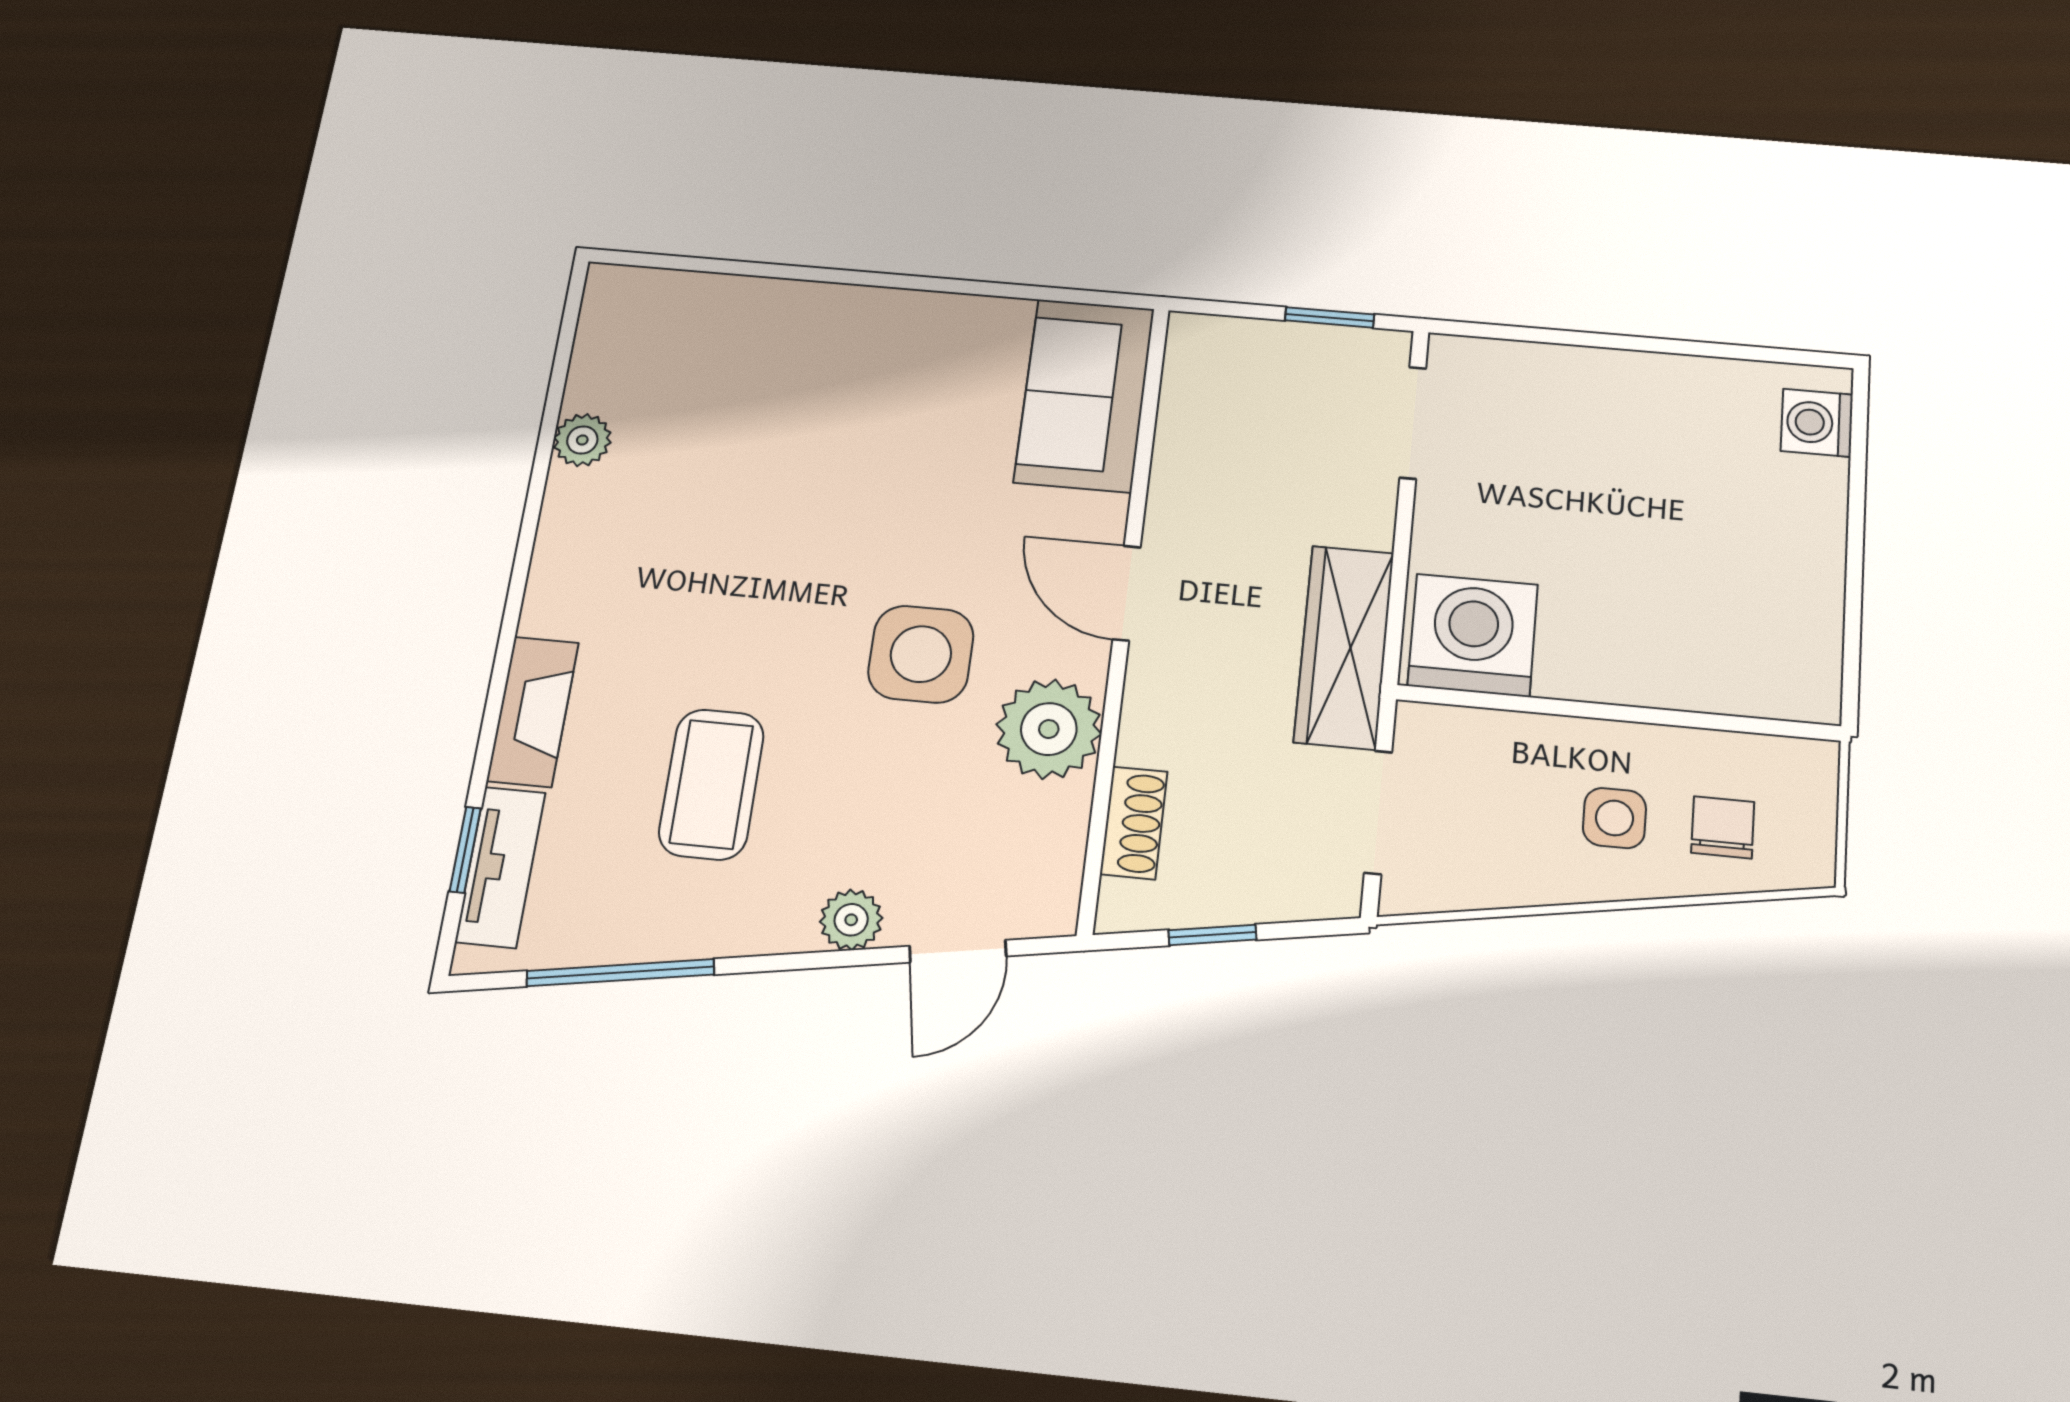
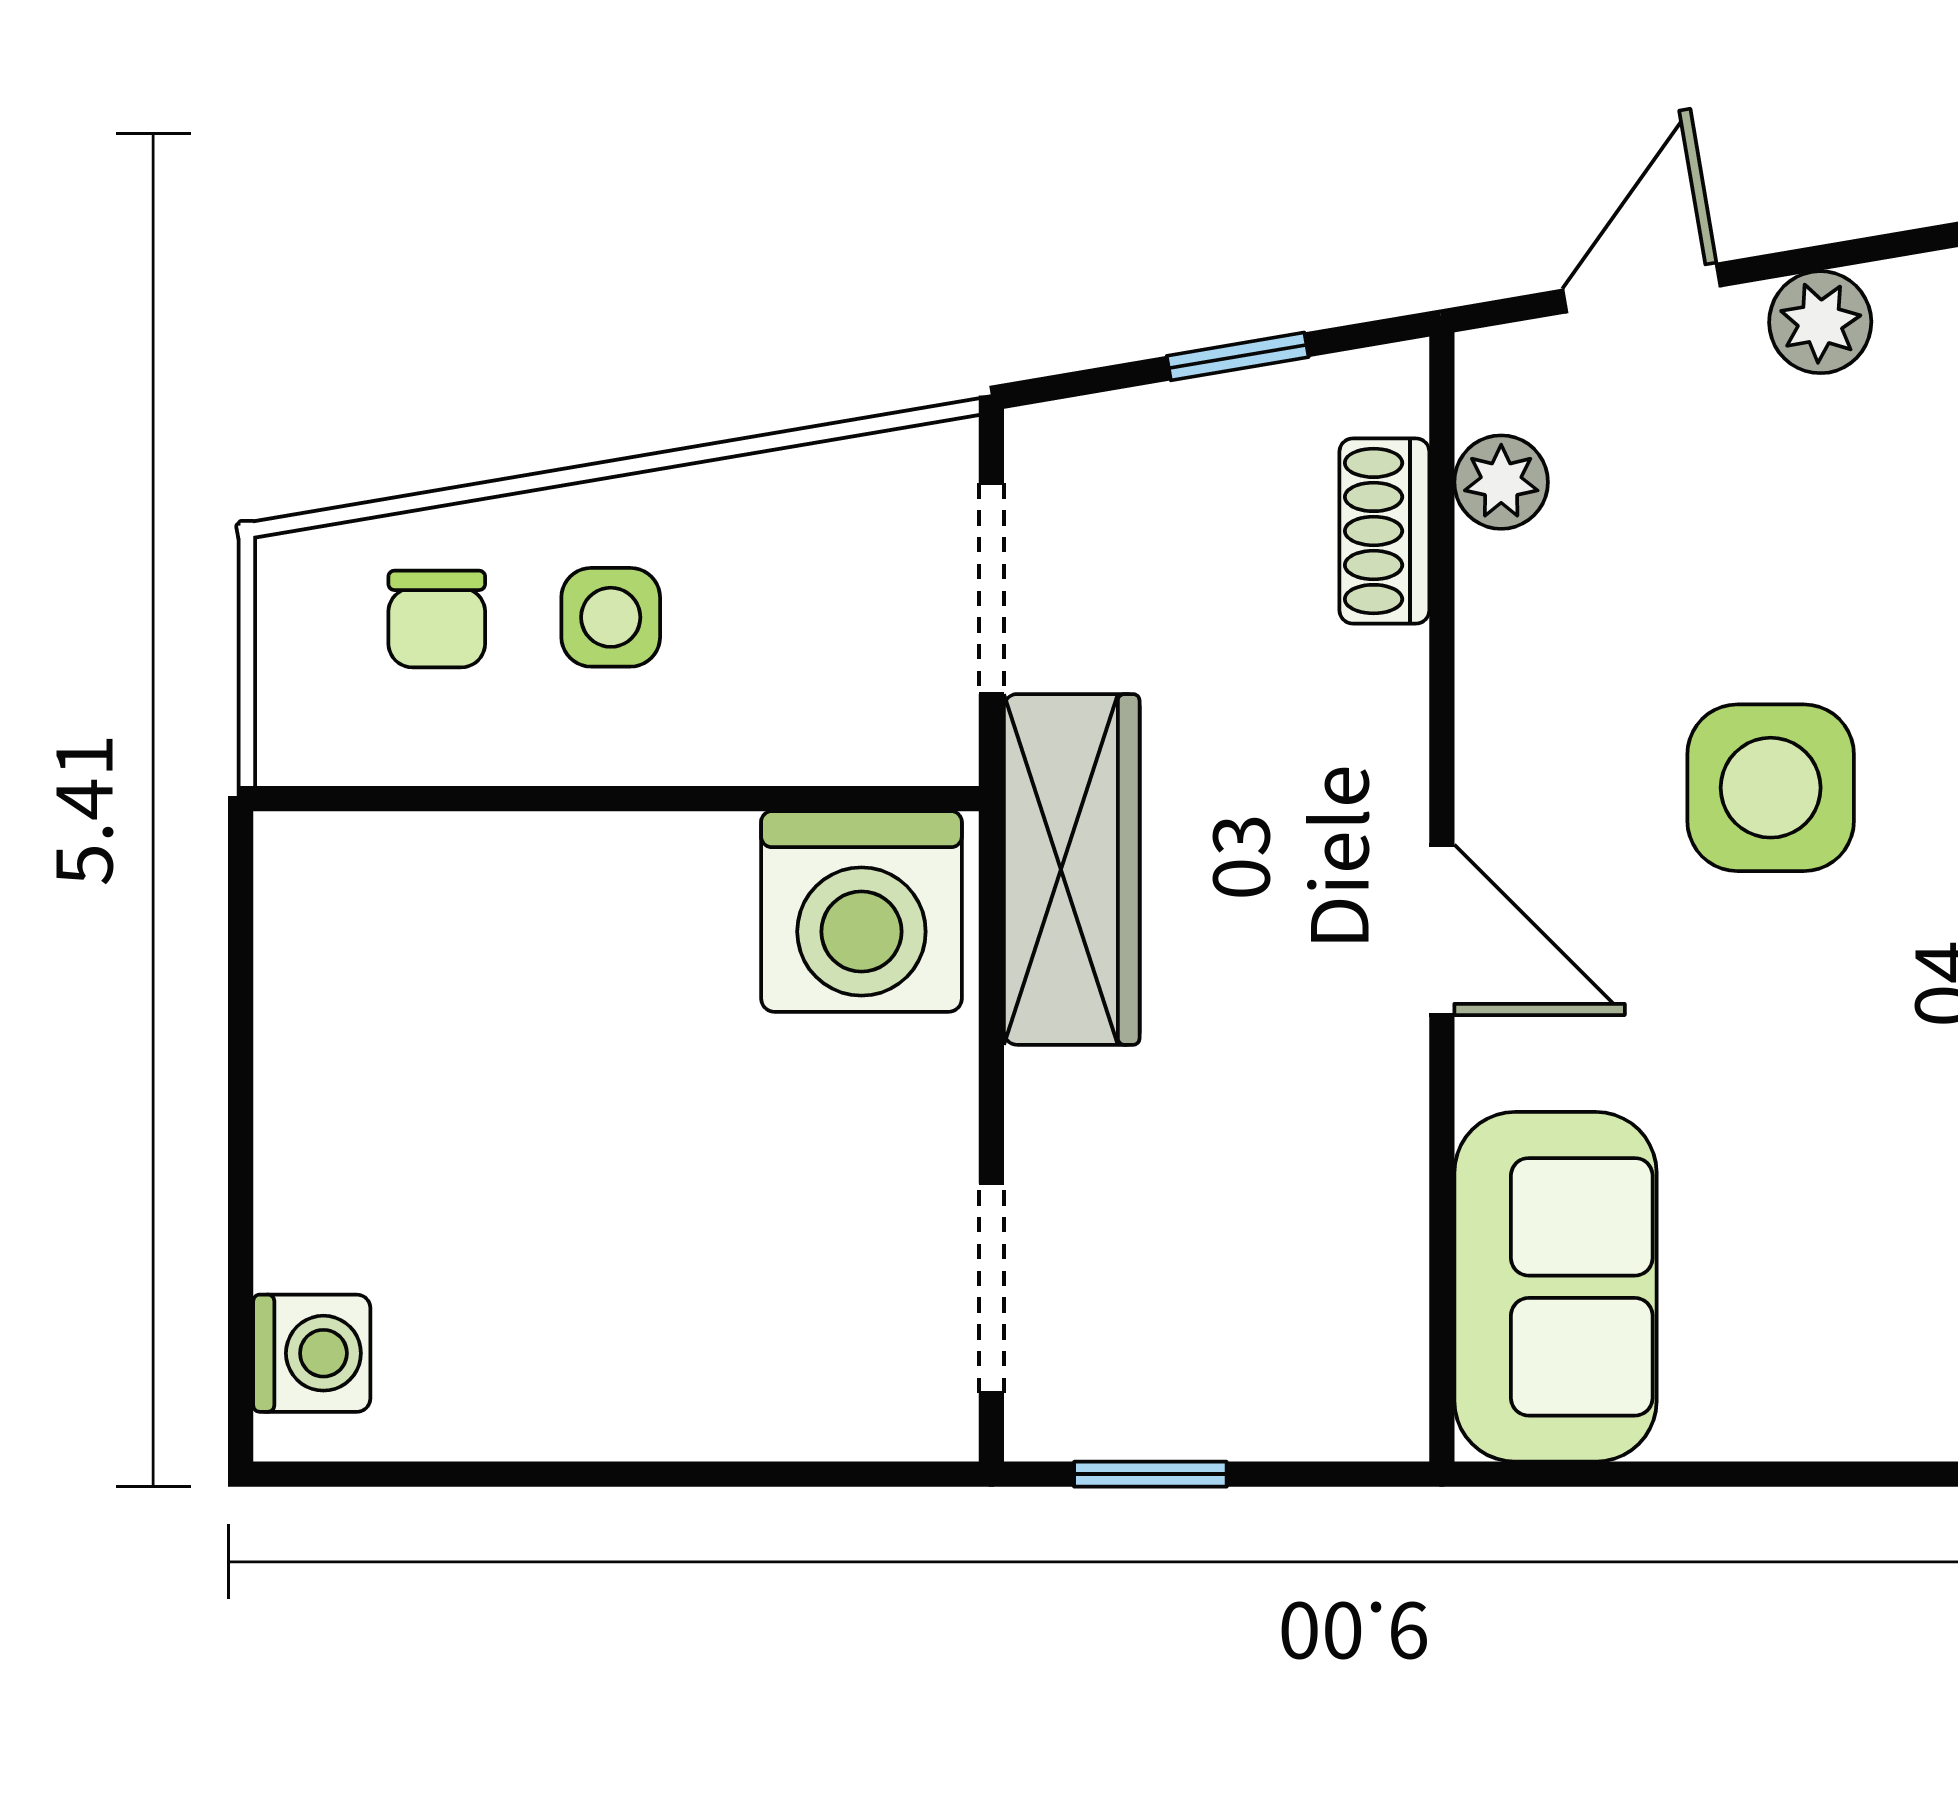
plant: (1049, 729) -> (1501, 482), moved, width x0.53, depth x0.53

